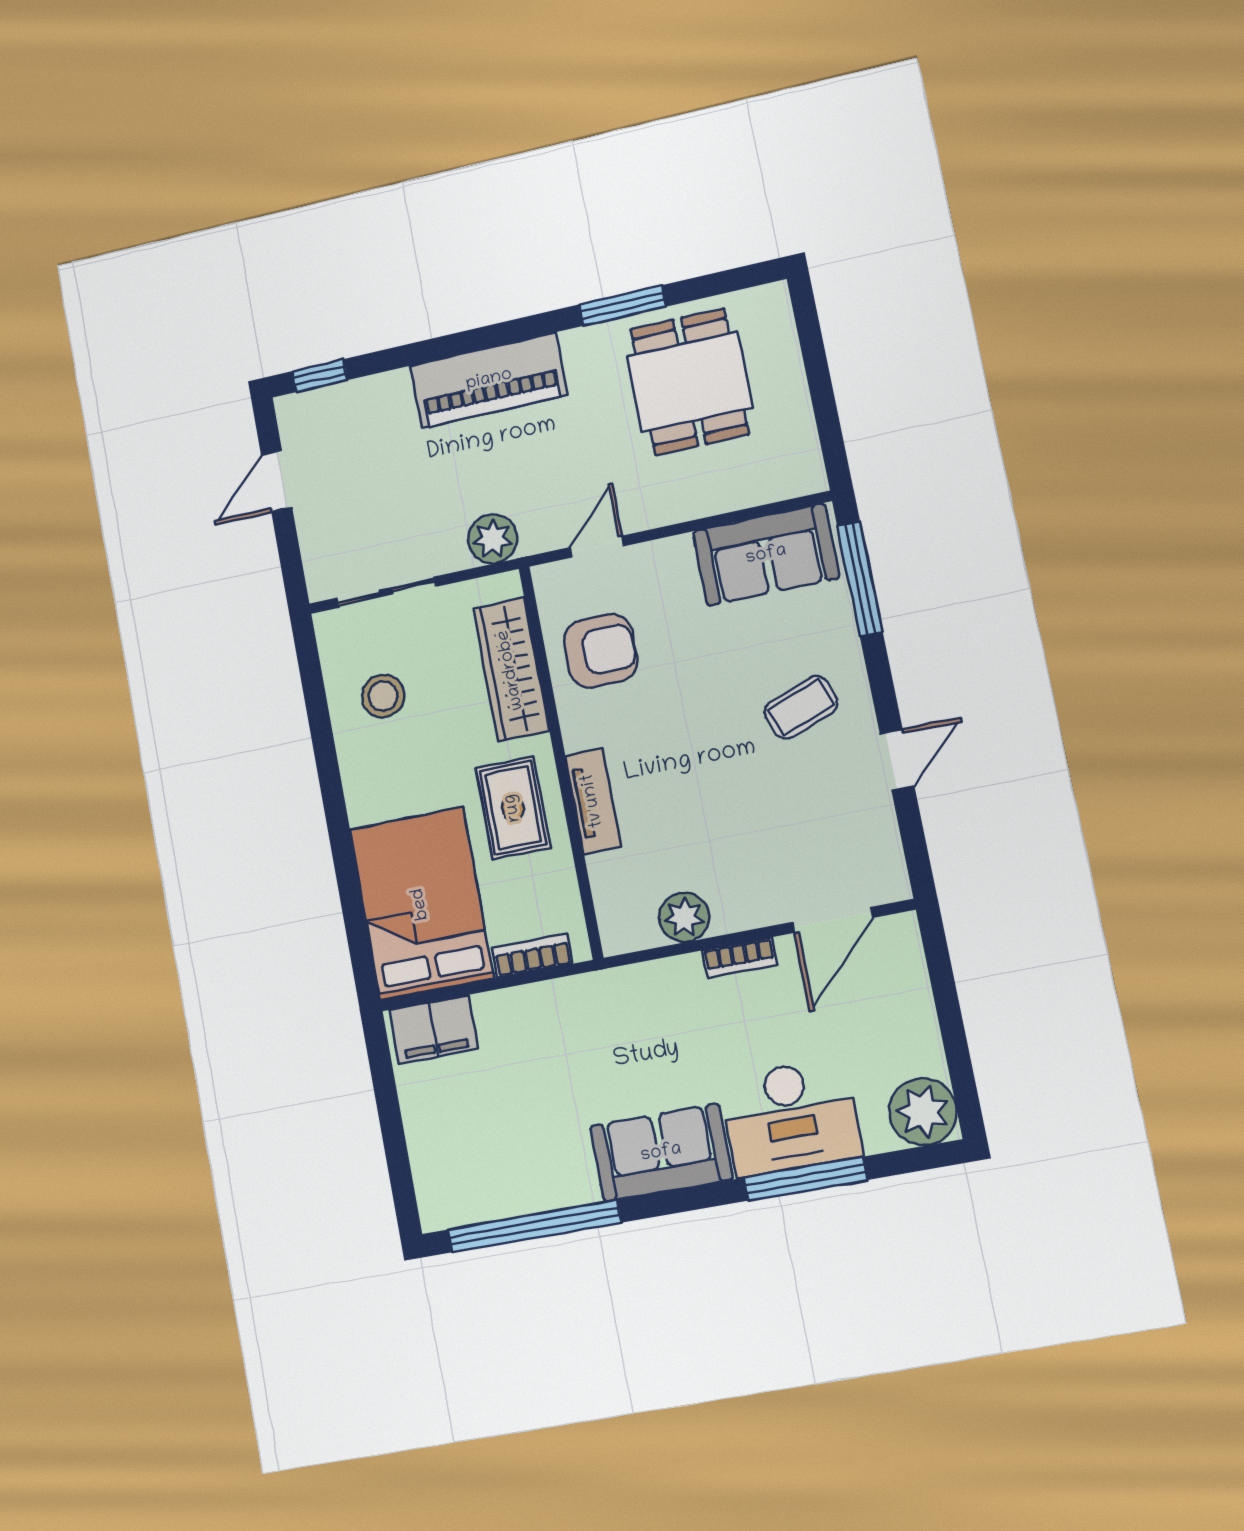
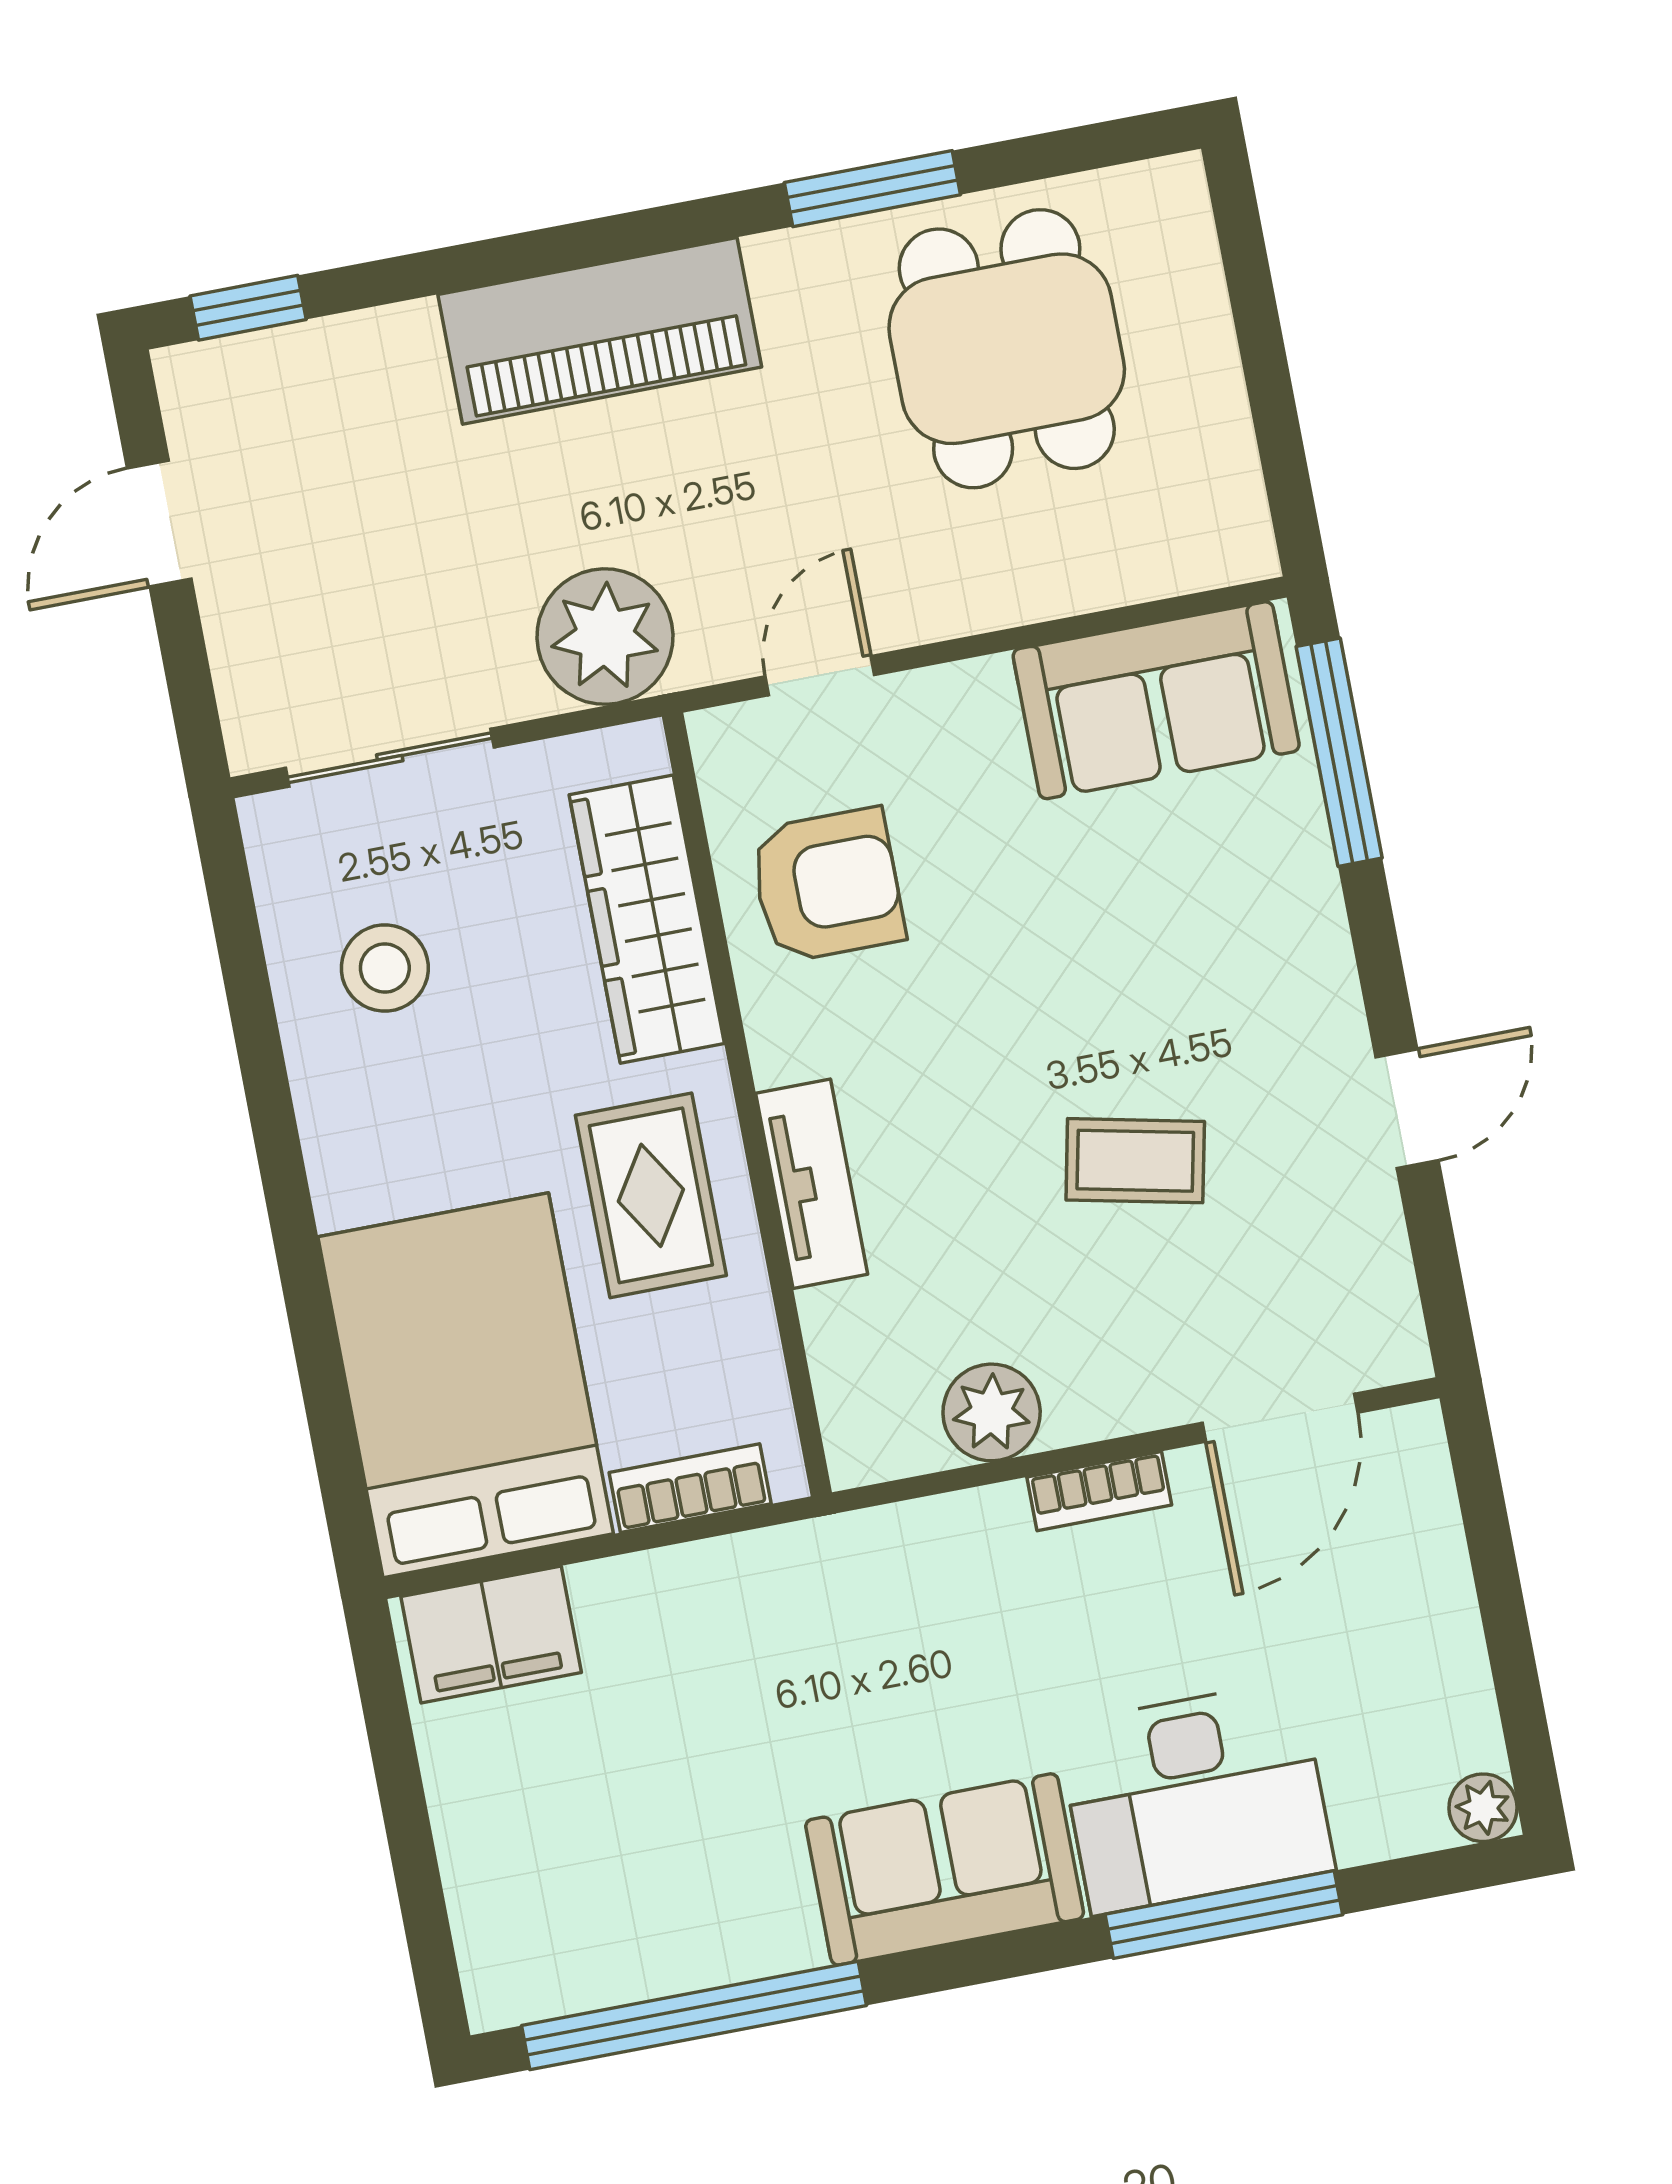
plant: (493, 539) -> (605, 637), width x1.36, depth x1.36
coffee table: (801, 707) -> (1135, 1161), moved, turned 32
plant: (923, 1112) -> (1483, 1808), width x0.53, depth x0.53

